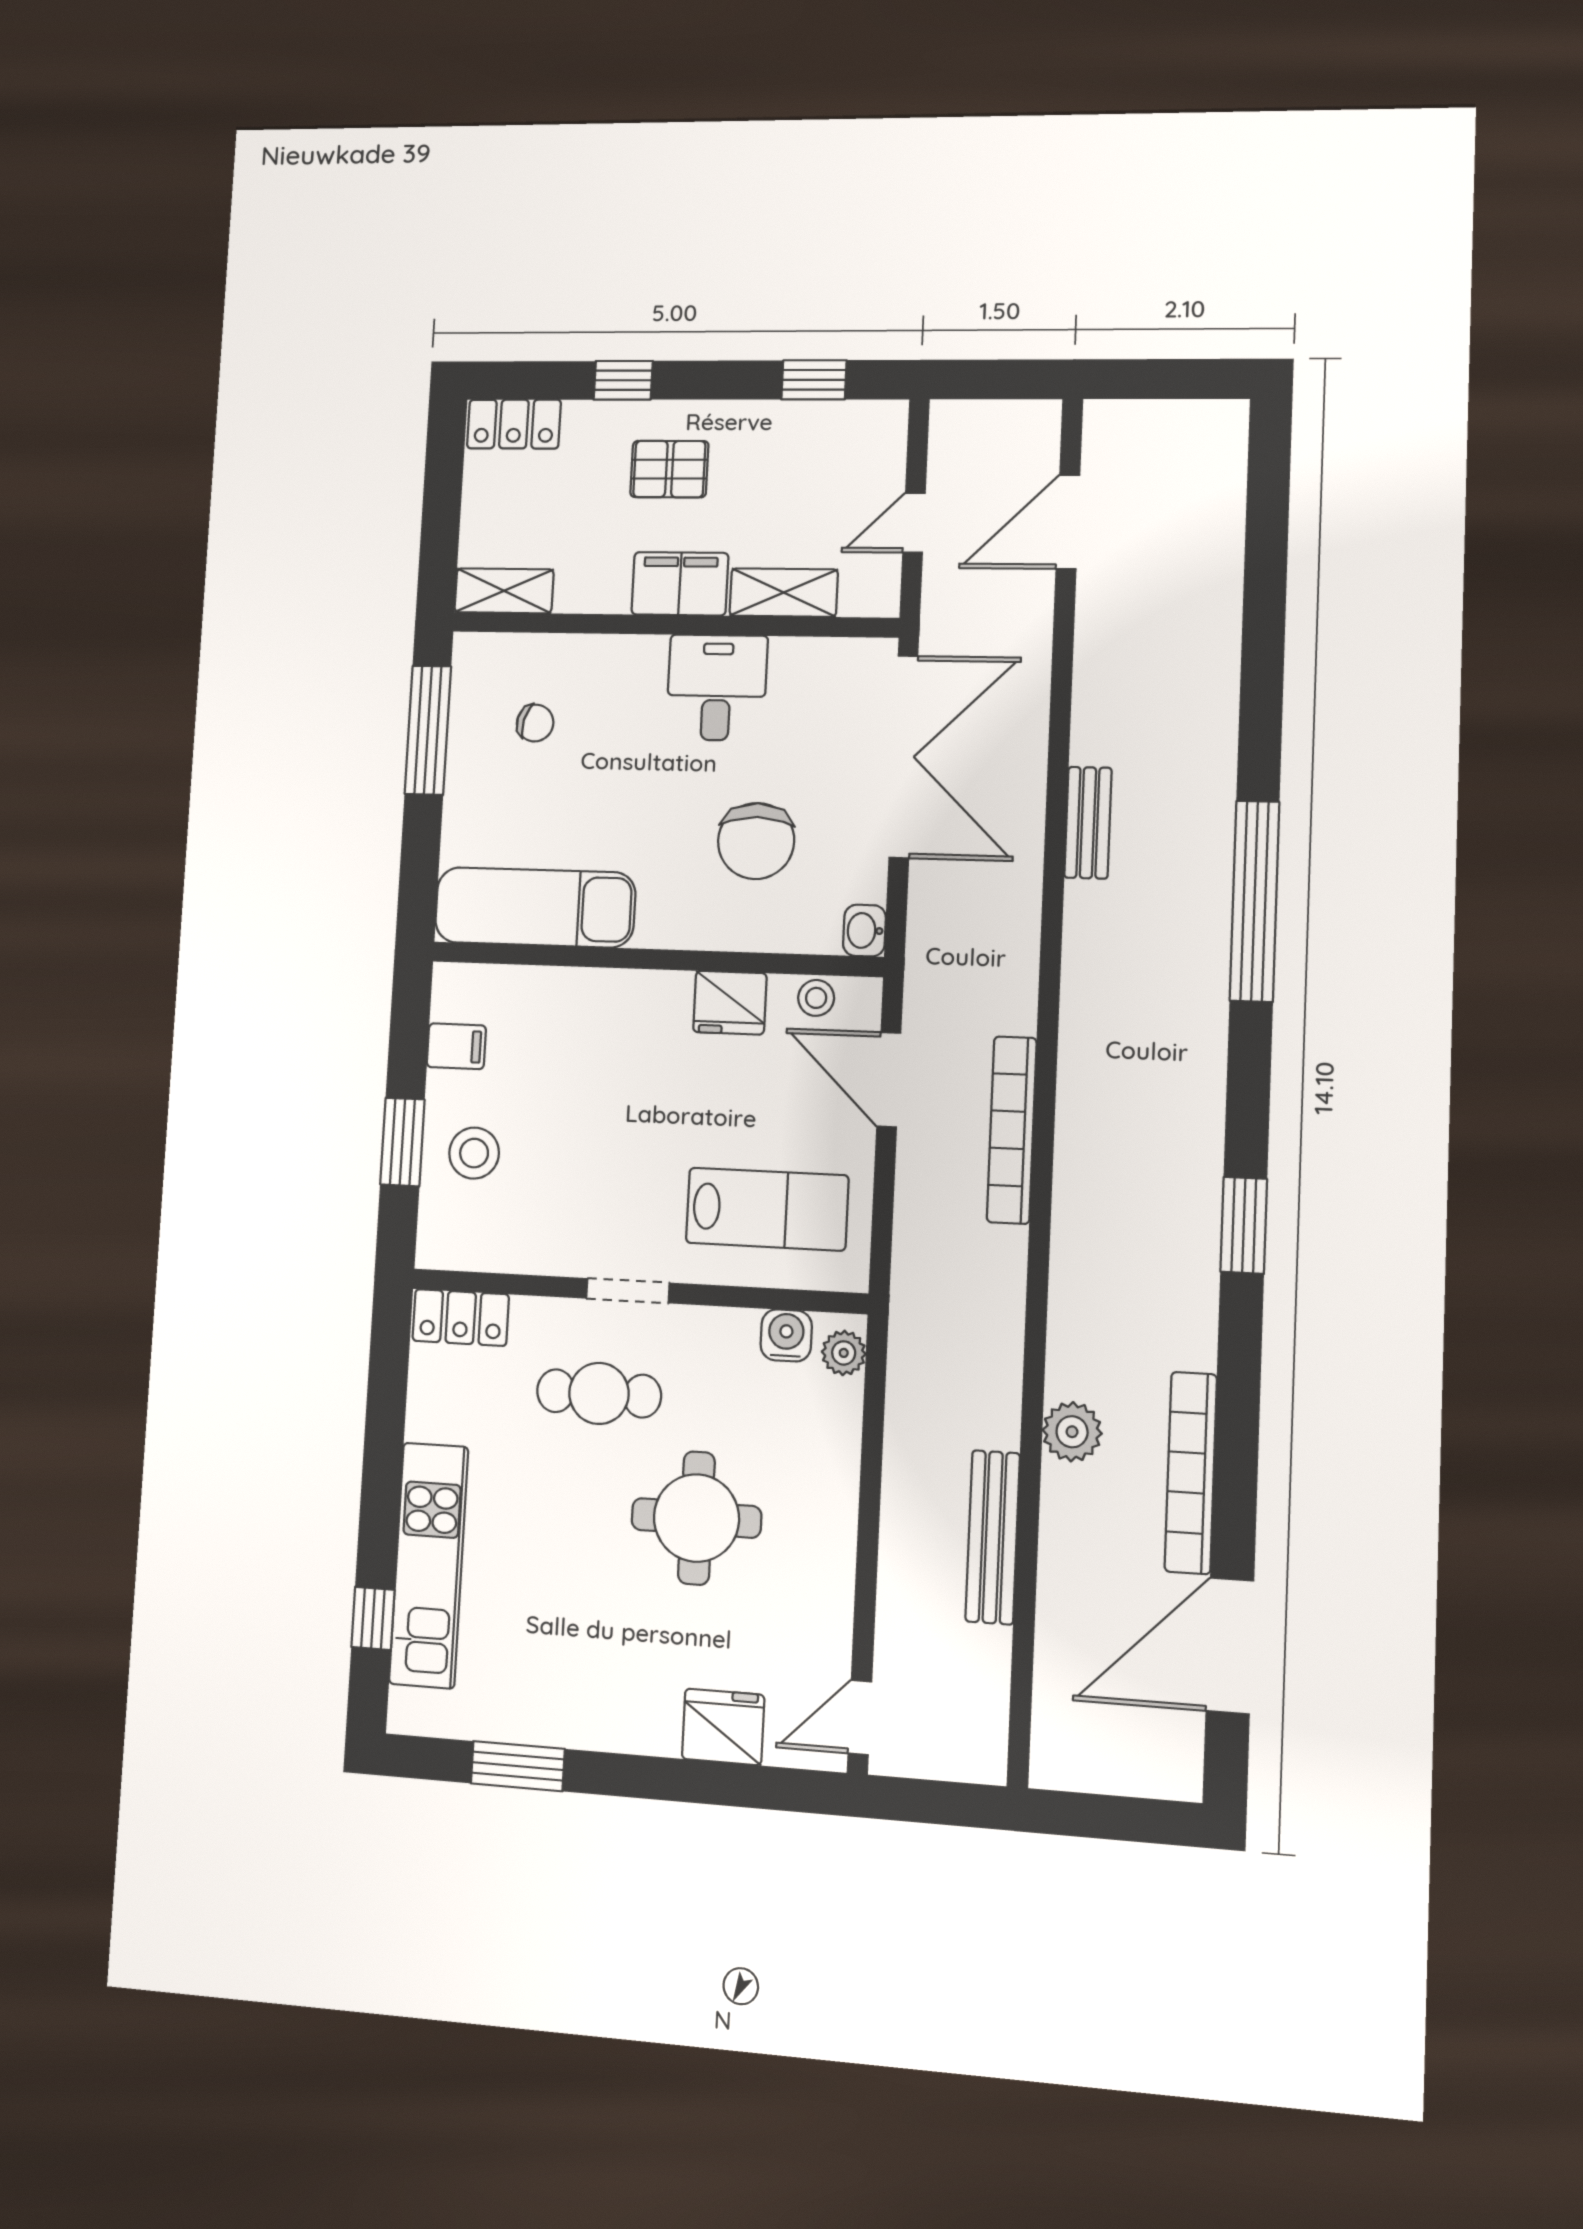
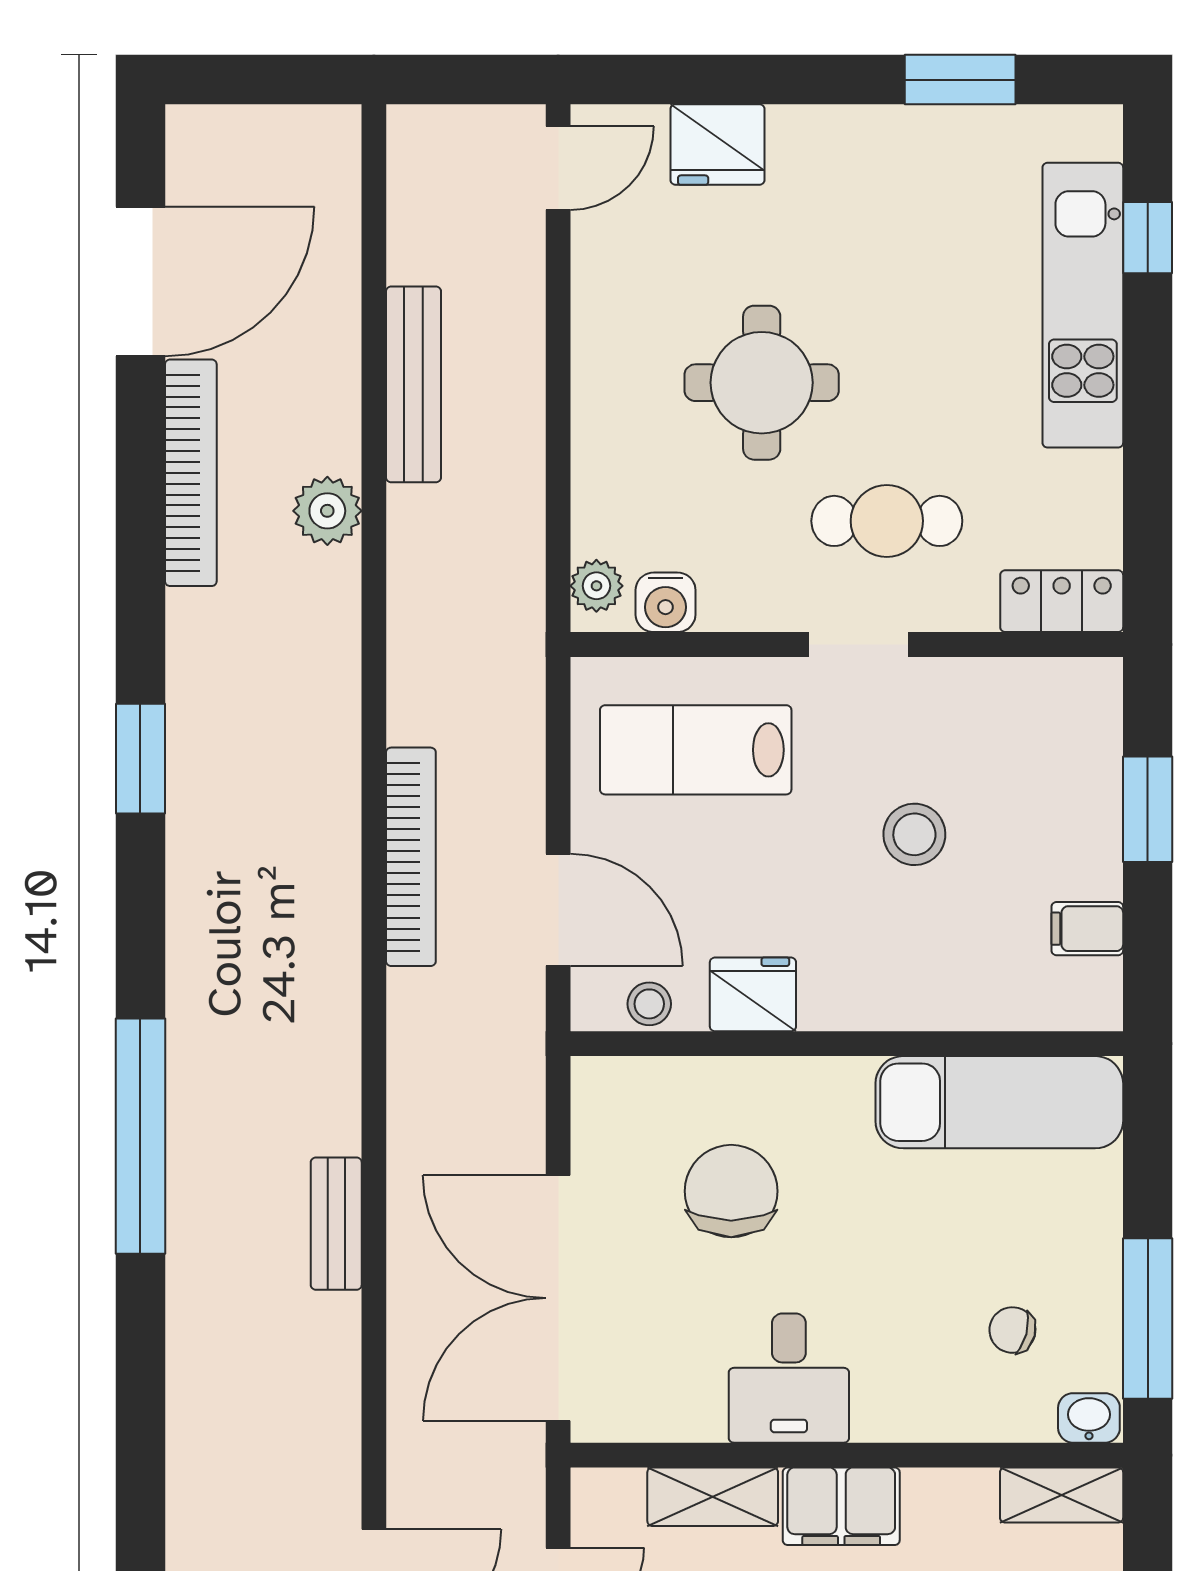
washbasin: (864, 931) -> (1089, 1418), moved, turned -90
stool: (474, 1153) -> (914, 834), moved

